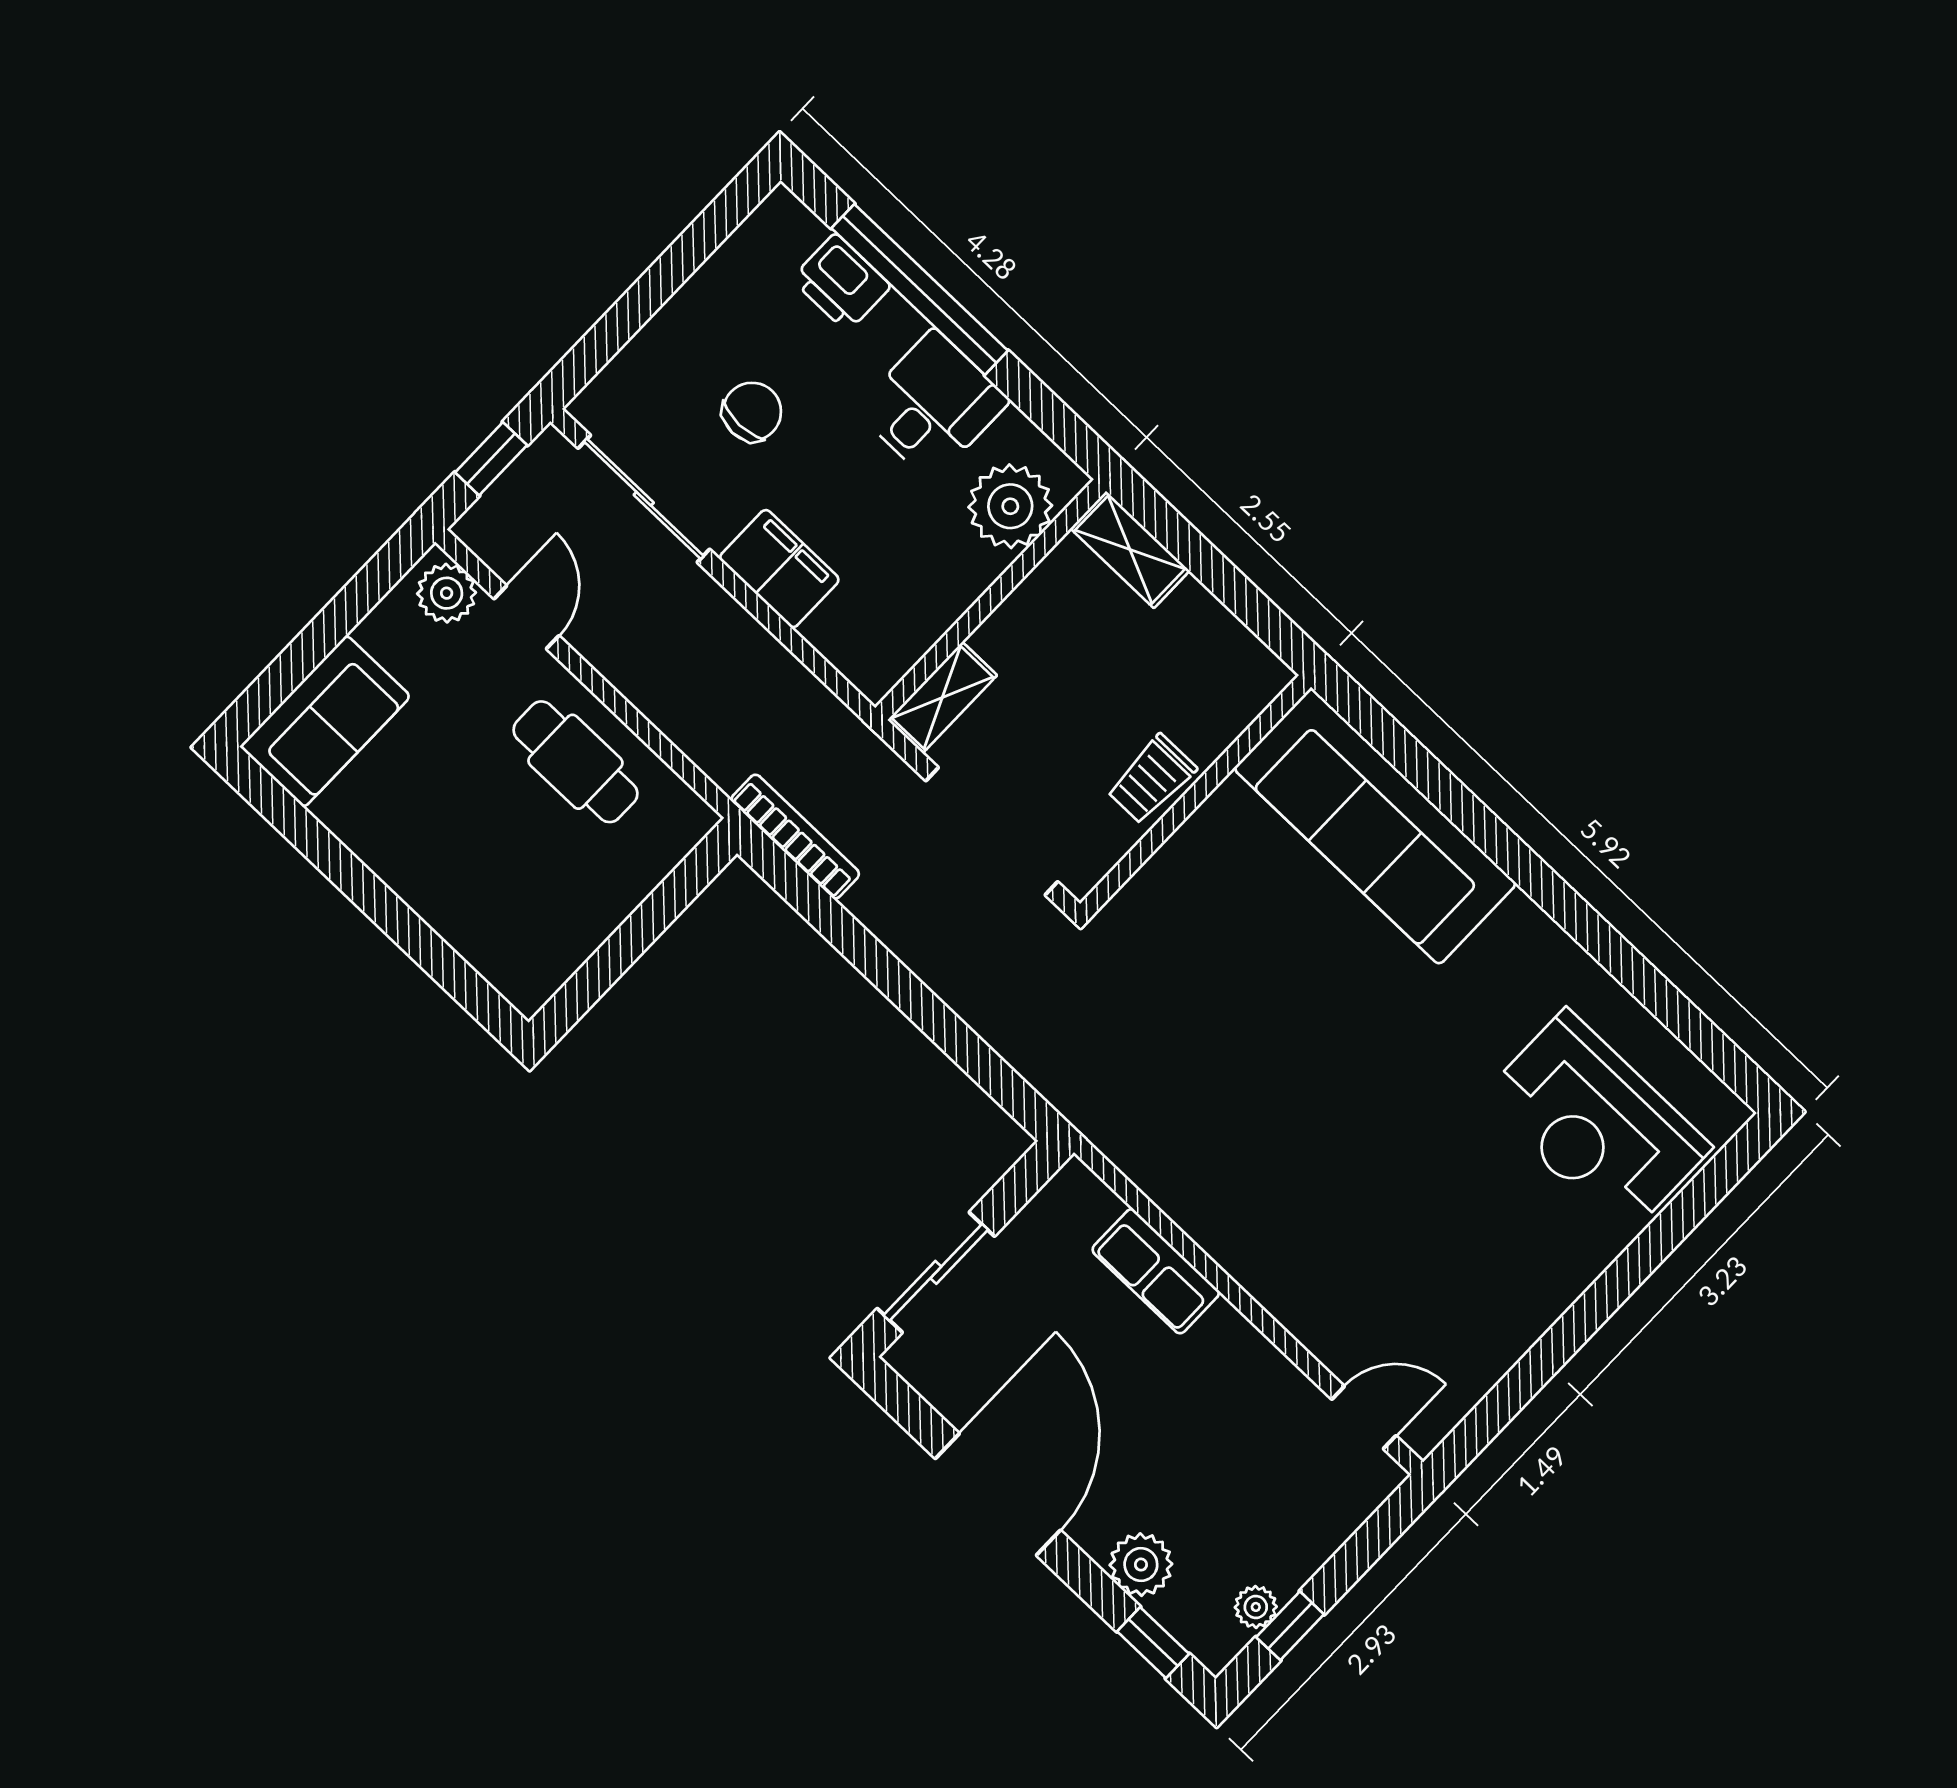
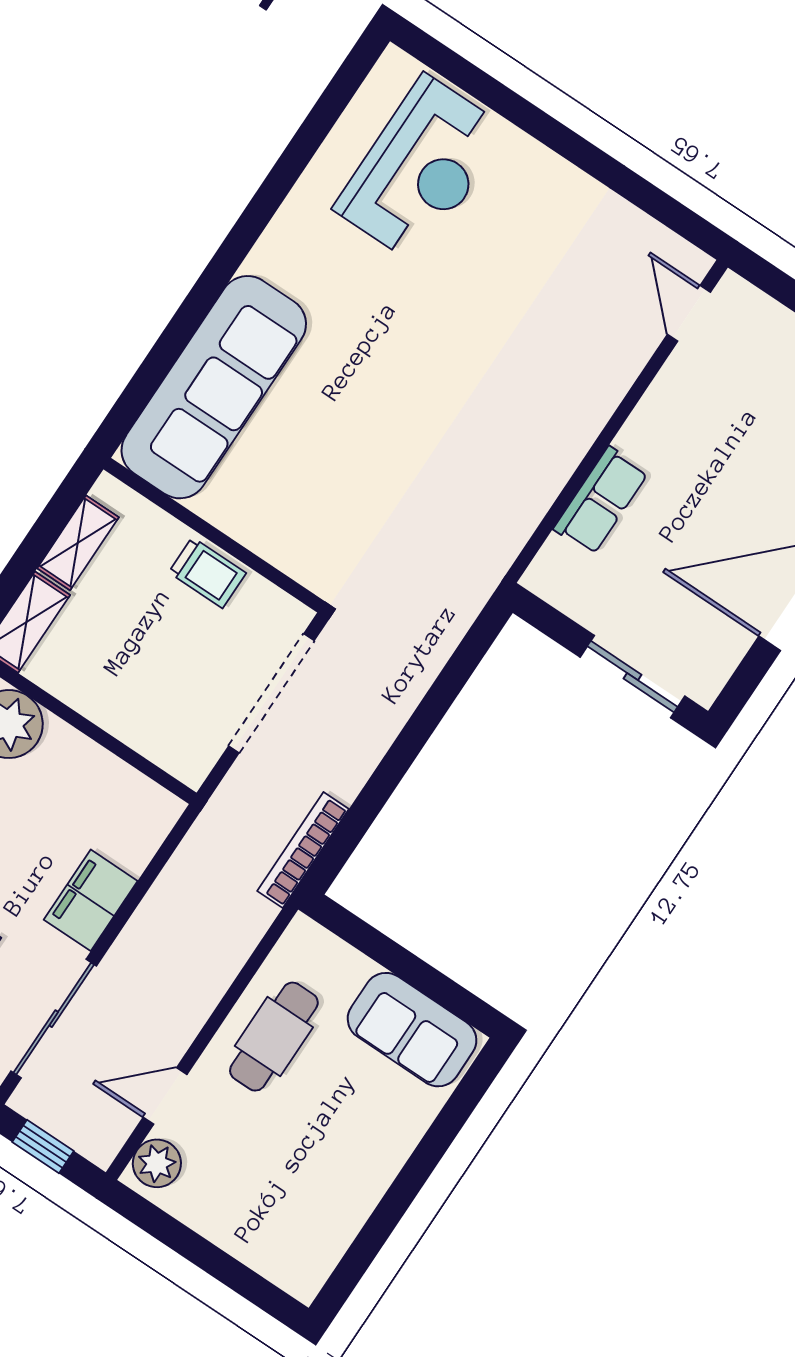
shelving: (942, 698) -> (78, 543), moved, turned 90
sofa: (325, 721) -> (412, 1030), moved, turned 180

